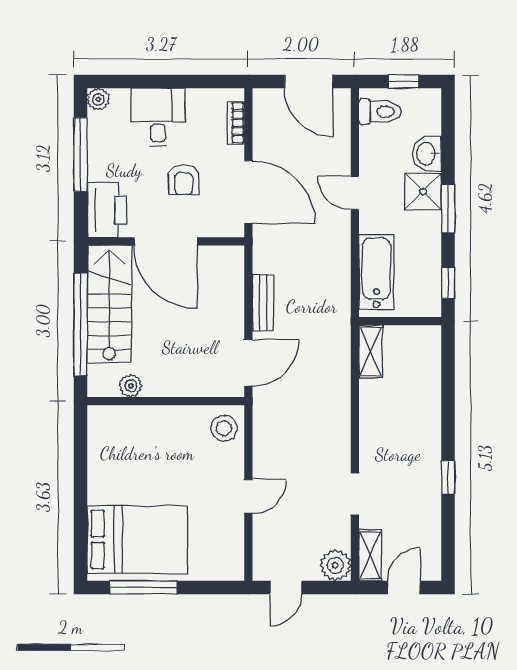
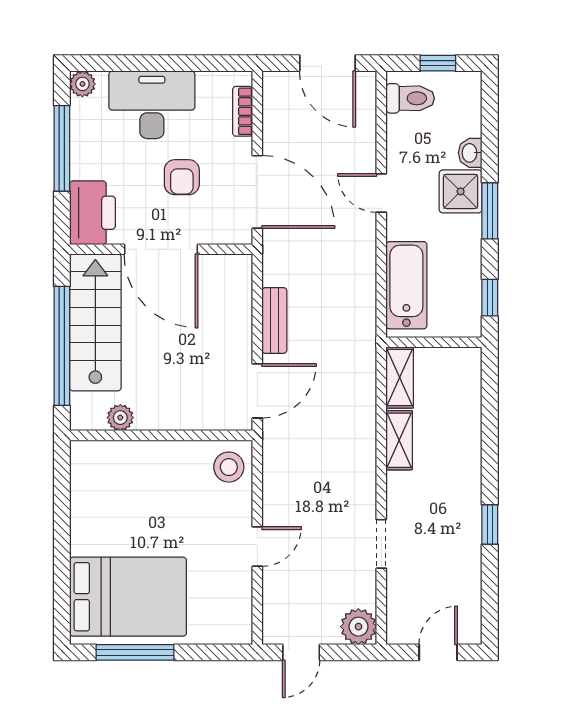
desk: (158, 117) -> (152, 105), width x1.37
washbasin: (427, 154) -> (470, 153), width x0.72, depth x0.69
shelving: (370, 555) -> (399, 440), moved

